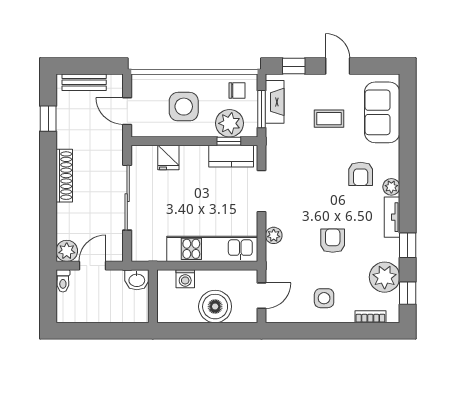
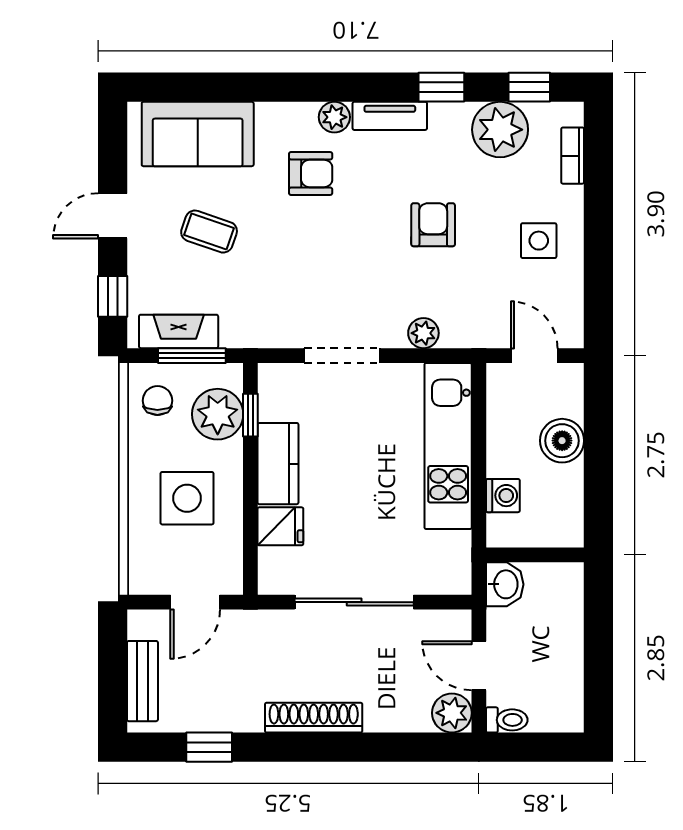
coffee table: (329, 119) -> (209, 232), turned -71
kitchen counter: (231, 156) -> (278, 464), moved
armchair: (333, 241) -> (433, 225), turned 90
boiler: (215, 307) -> (562, 441), width x0.73, depth x0.73

